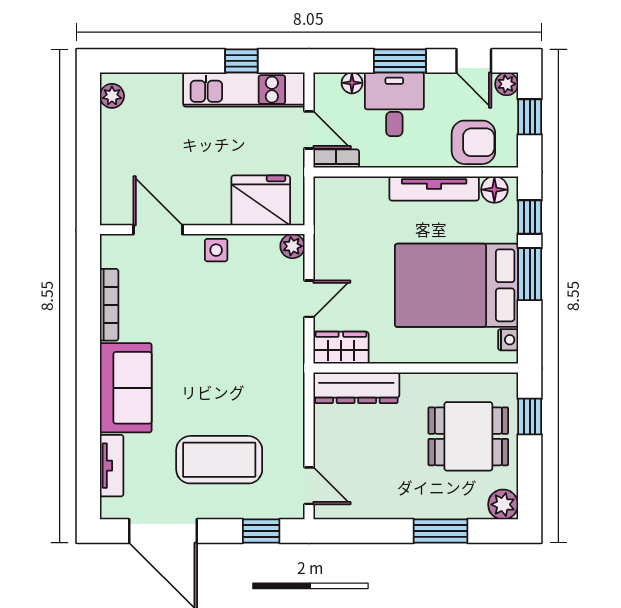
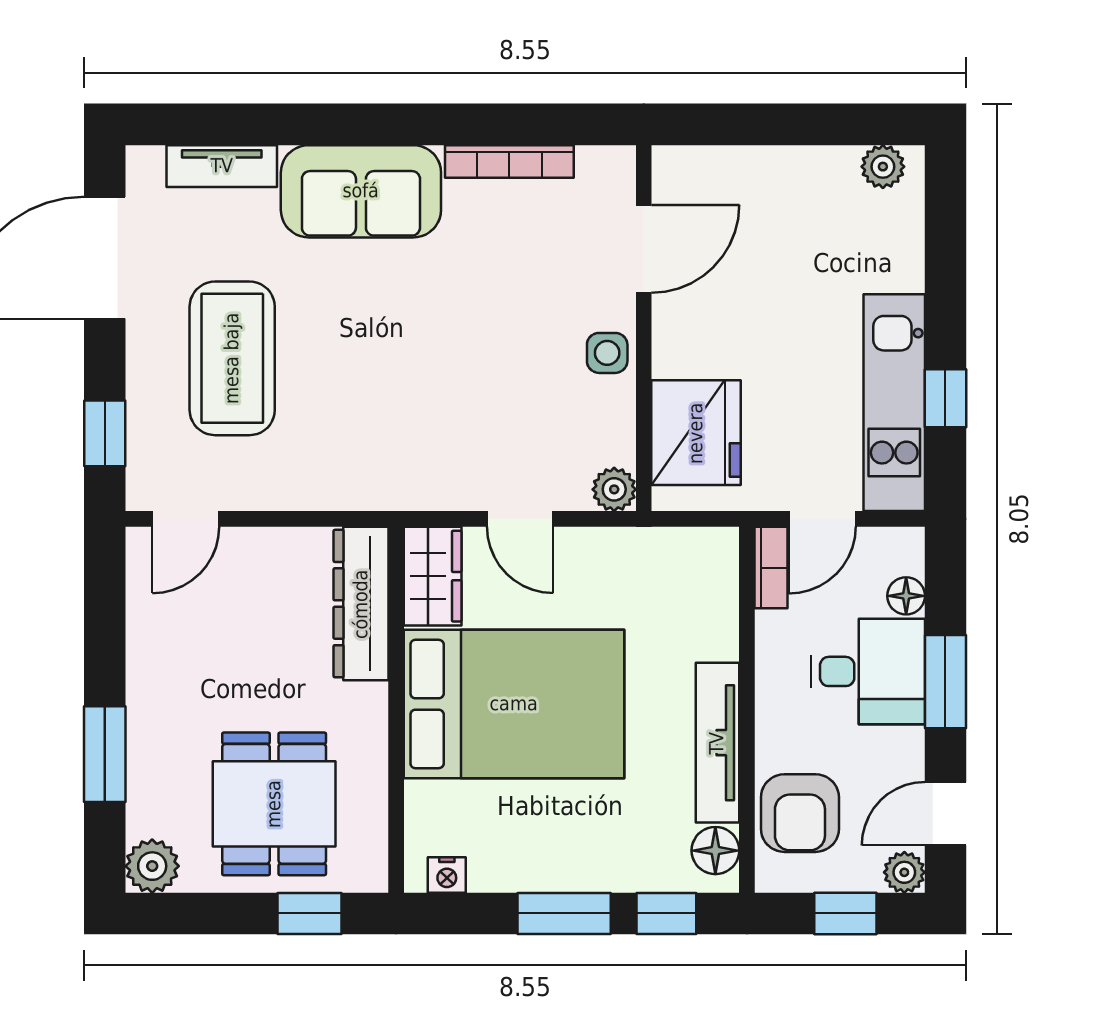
bed: (456, 285) -> (514, 704), moved, turned 90

